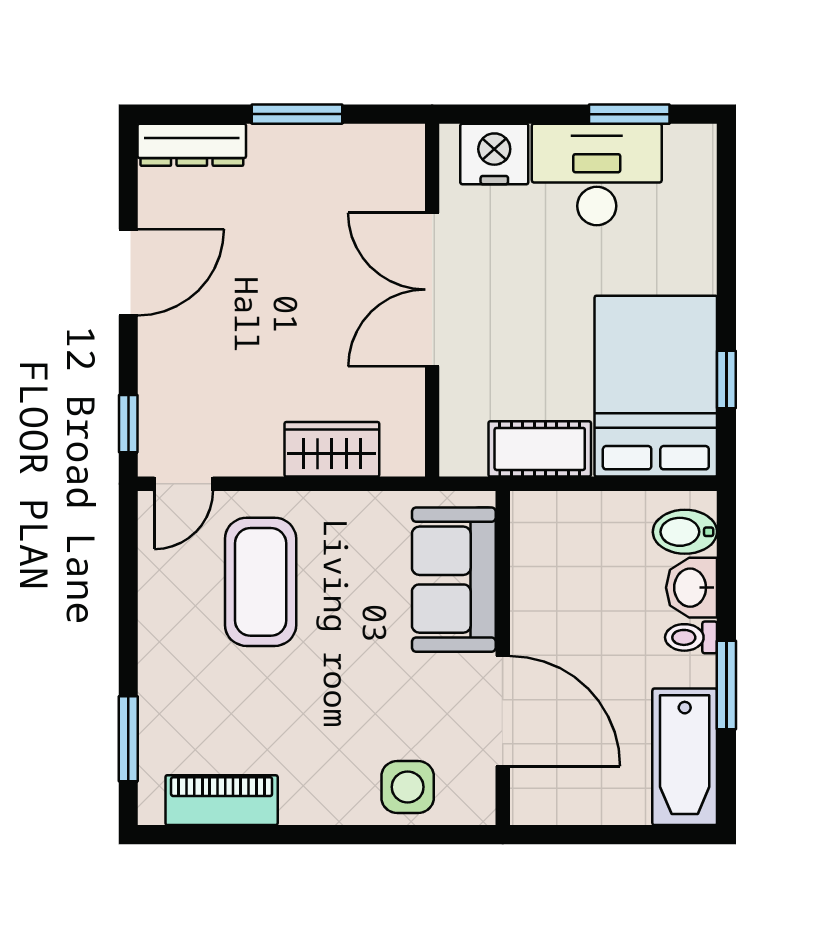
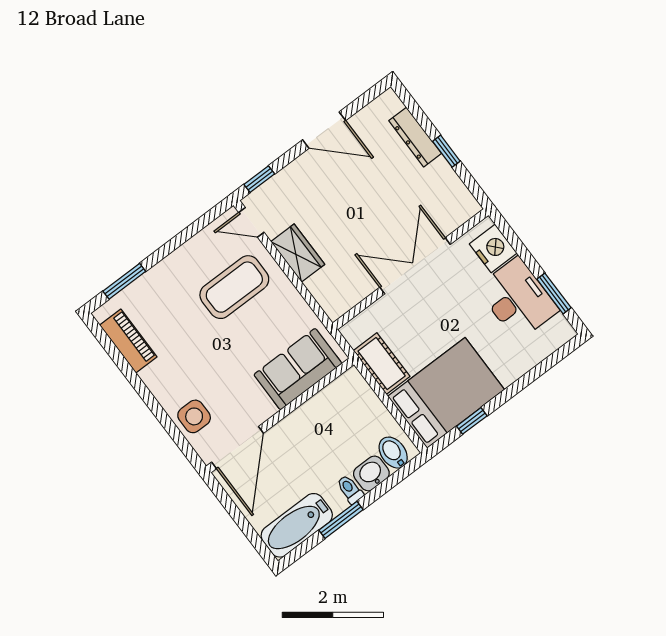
window: (297, 114) -> (446, 151), width x0.67
dresser: (192, 145) -> (415, 137), moved
wardrobe: (332, 449) -> (298, 253), moved
door: (503, 711) -> (237, 448), moved

